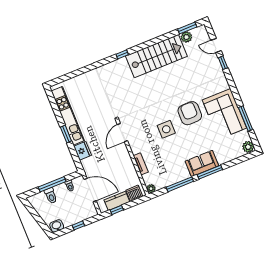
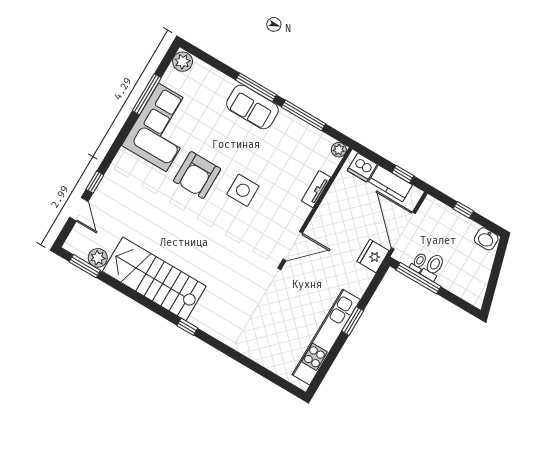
fridge: (83, 151) -> (373, 256), moved
window: (52, 184) -> (418, 278), moved
toilet: (51, 196) -> (433, 267), moved

